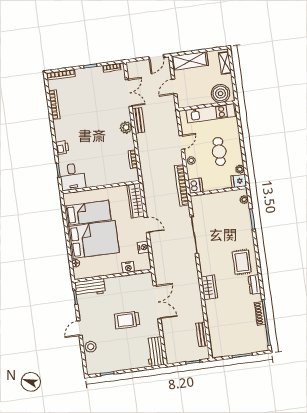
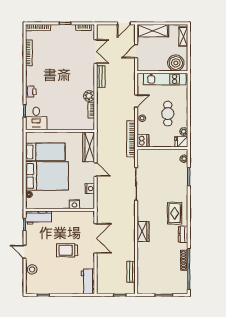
plant: (126, 127) -> (89, 96), moved
door: (80, 328) -> (25, 252), hinge flipped

